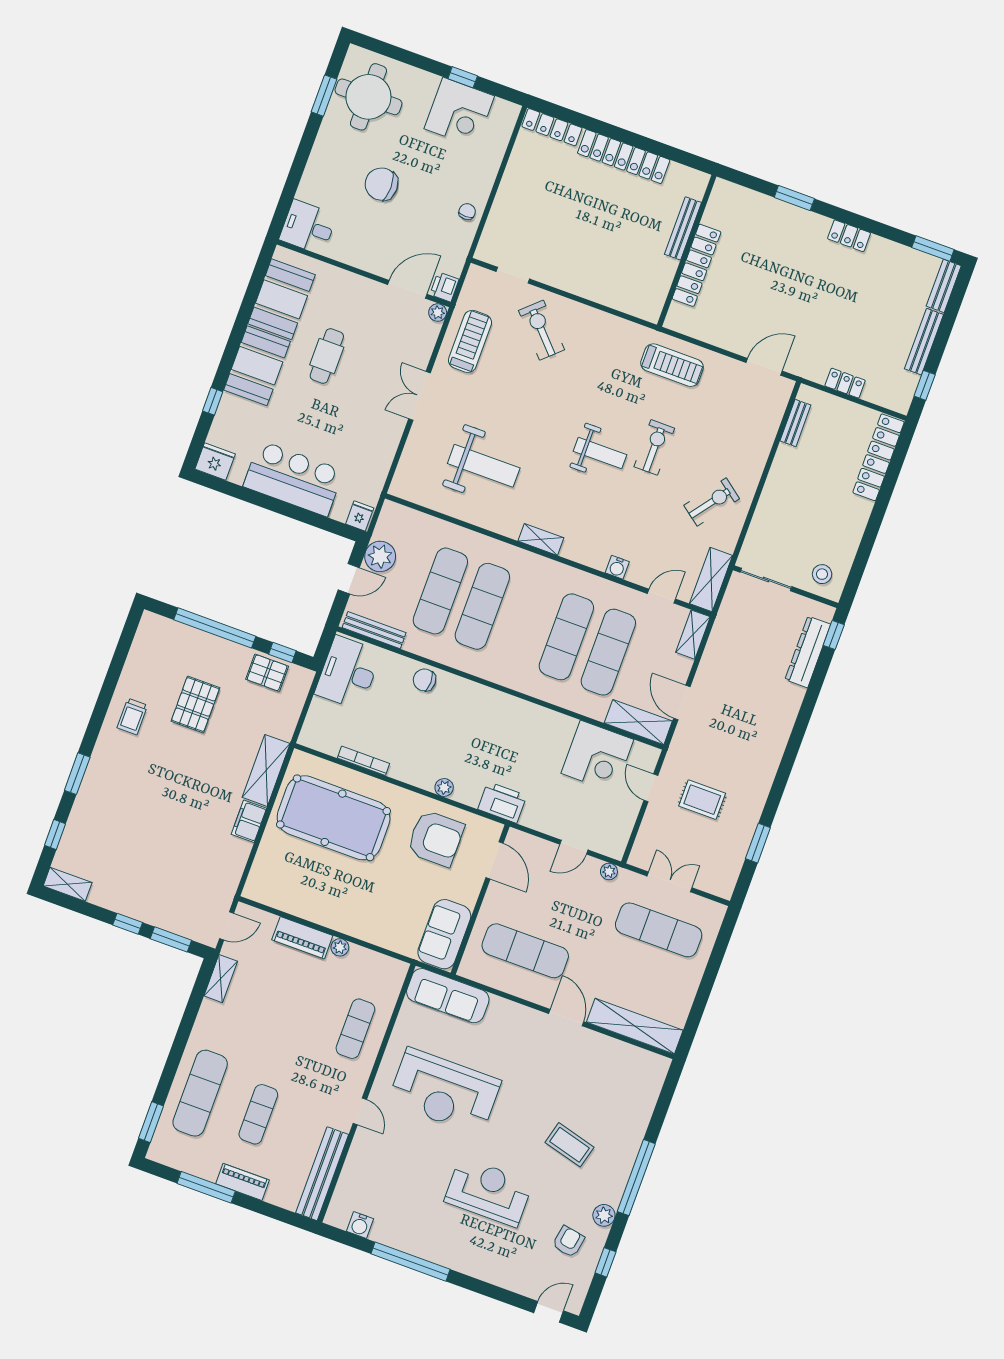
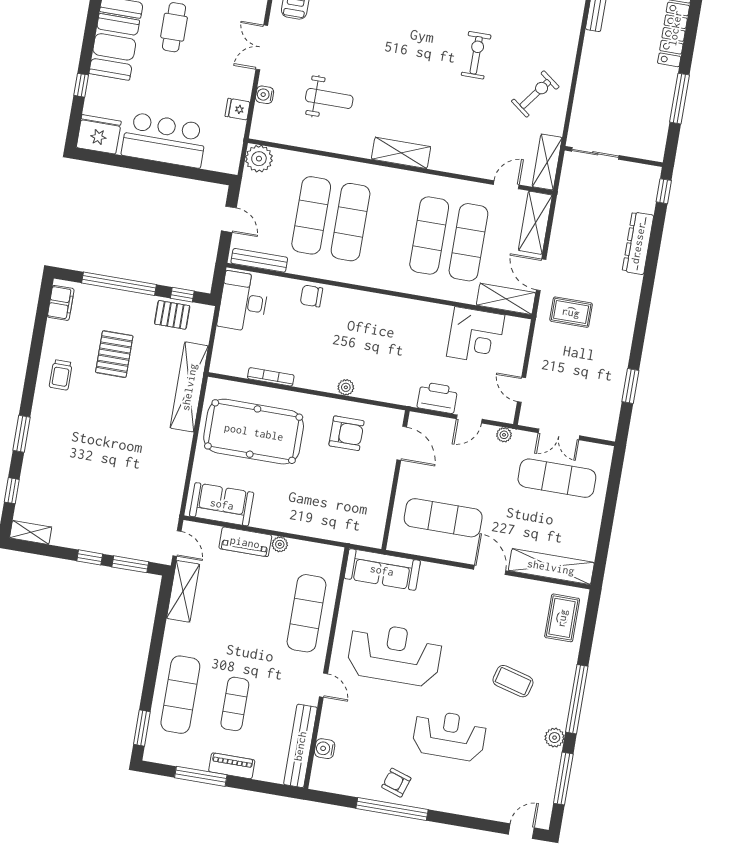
weight bench: (600, 453) -> (429, 69), removed
fridge: (215, 462) -> (99, 134), width x1.36, depth x1.34
weight bench: (484, 466) -> (329, 98), width x0.73, depth x0.75
fridge: (360, 516) -> (238, 109), moved, turned -90
window: (870, 536) -> (679, 99), added
shelving: (541, 539) -> (401, 153), width x1.50, depth x1.33
plant: (380, 556) -> (259, 159), moved
water cooler: (617, 567) -> (265, 95), moved, turned 90
stool: (822, 574) -> (644, 140), removed
door: (349, 579) -> (229, 219), hinge flipped
shelving: (693, 635) -> (535, 223), width x1.50, depth x1.33
dresser: (808, 652) -> (638, 243), moved
shelving: (266, 770) -> (189, 387), width x1.47
door: (651, 788) -> (521, 390), moved
rug: (702, 800) -> (571, 312), moved
printer: (502, 802) -> (437, 398), moved
filing cabinet: (249, 821) -> (61, 303), moved, turned 180
armchair: (436, 838) -> (346, 433), width x0.73, depth x0.73
double door: (670, 882) -> (559, 434), swing flipped
door: (227, 926) -> (177, 544), hinge flipped
sofa: (444, 934) -> (222, 504), moved, turned 90
shelving: (221, 979) -> (183, 591), width x1.50, depth x1.33
exercise mat: (355, 1029) -> (306, 613), width x1.36, depth x1.45
rug: (636, 1085) -> (562, 618), added
reception desk: (444, 1091) -> (395, 654), turned 180
water cooler: (360, 1225) -> (325, 749), moved, turned 90
armchair: (568, 1242) -> (396, 783), moved, turned -82
window: (605, 1262) -> (563, 779), width x2.17

